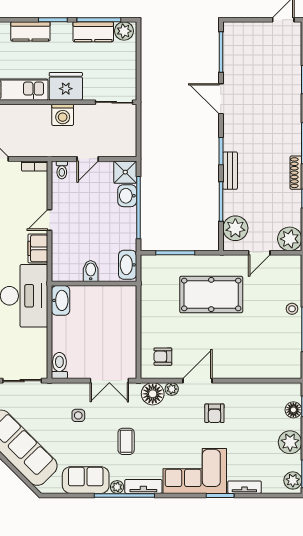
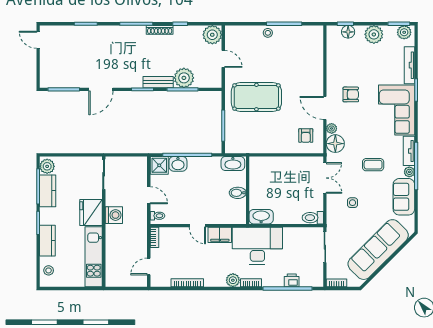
plant: (235, 228) -> (184, 78), moved
pool table: (211, 295) -> (256, 97), turned 90
tv unit: (244, 487) -> (409, 65), width x1.41

